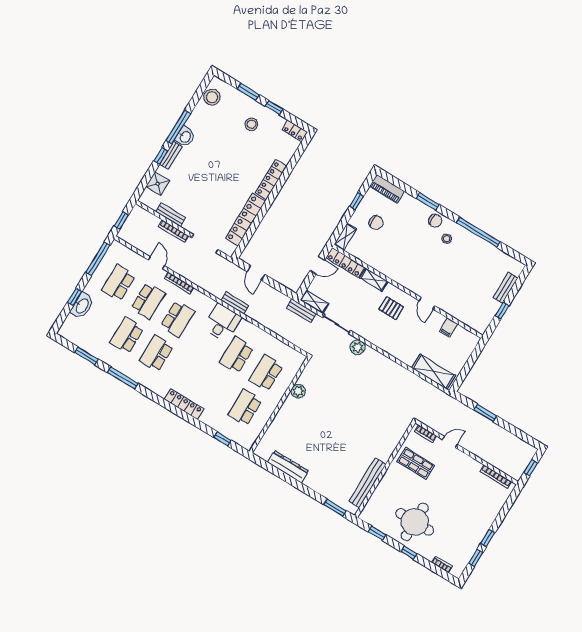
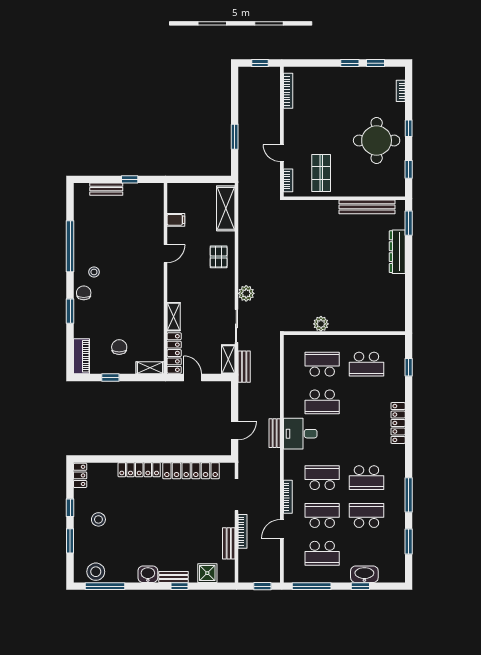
window: (178, 127) -> (105, 586), moved
pallet: (391, 308) -> (219, 257), moved
school desk: (127, 335) -> (366, 515), turned 180
school desk: (266, 373) -> (322, 364), turned 180
dresser: (288, 467) -> (397, 252), moved

